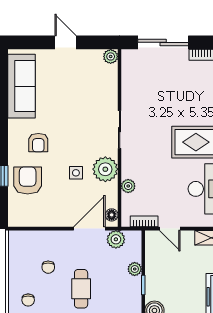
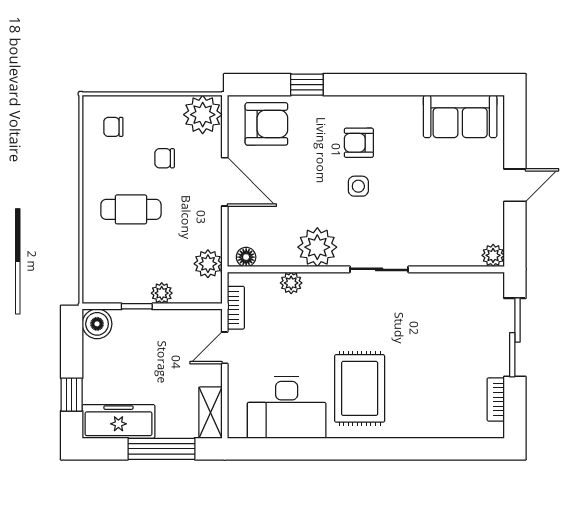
sofa: (21, 86) -> (460, 116), width x0.73
side table: (76, 173) -> (358, 186), moved
armchair: (28, 180) -> (266, 124), moved
door: (89, 229) -> (225, 182), moved
plant: (20, 243) -> (203, 115), added

